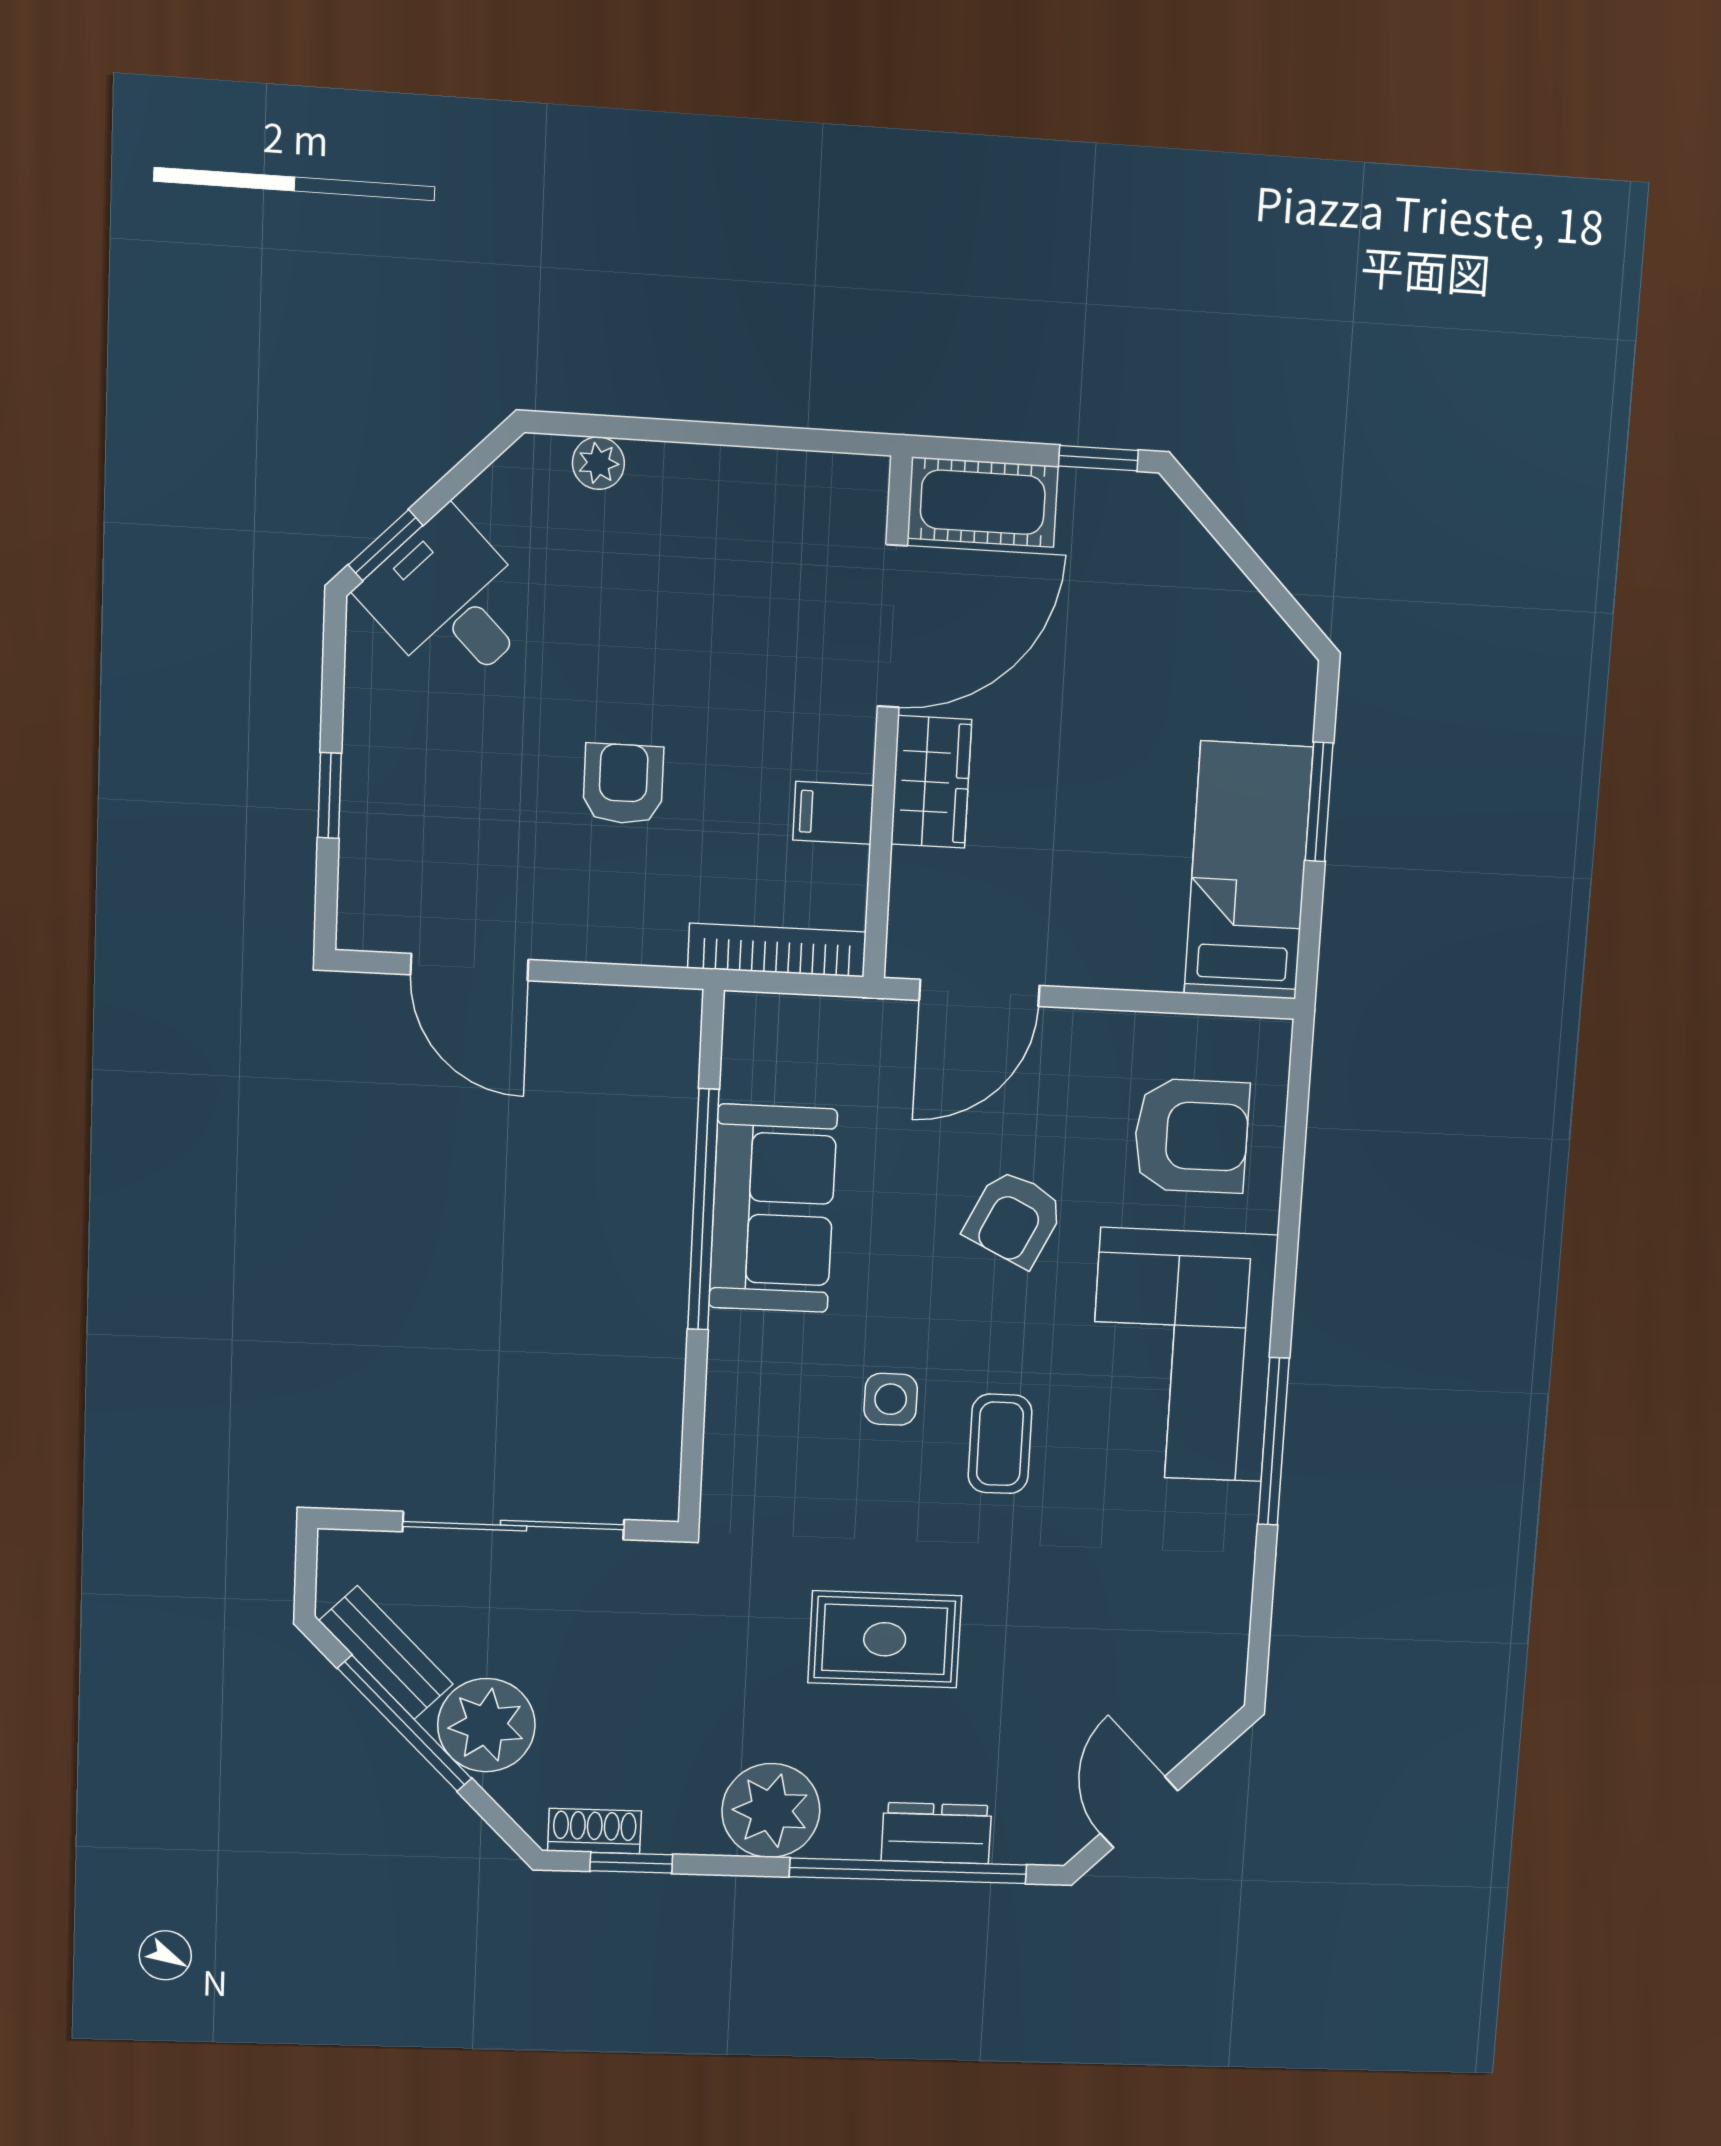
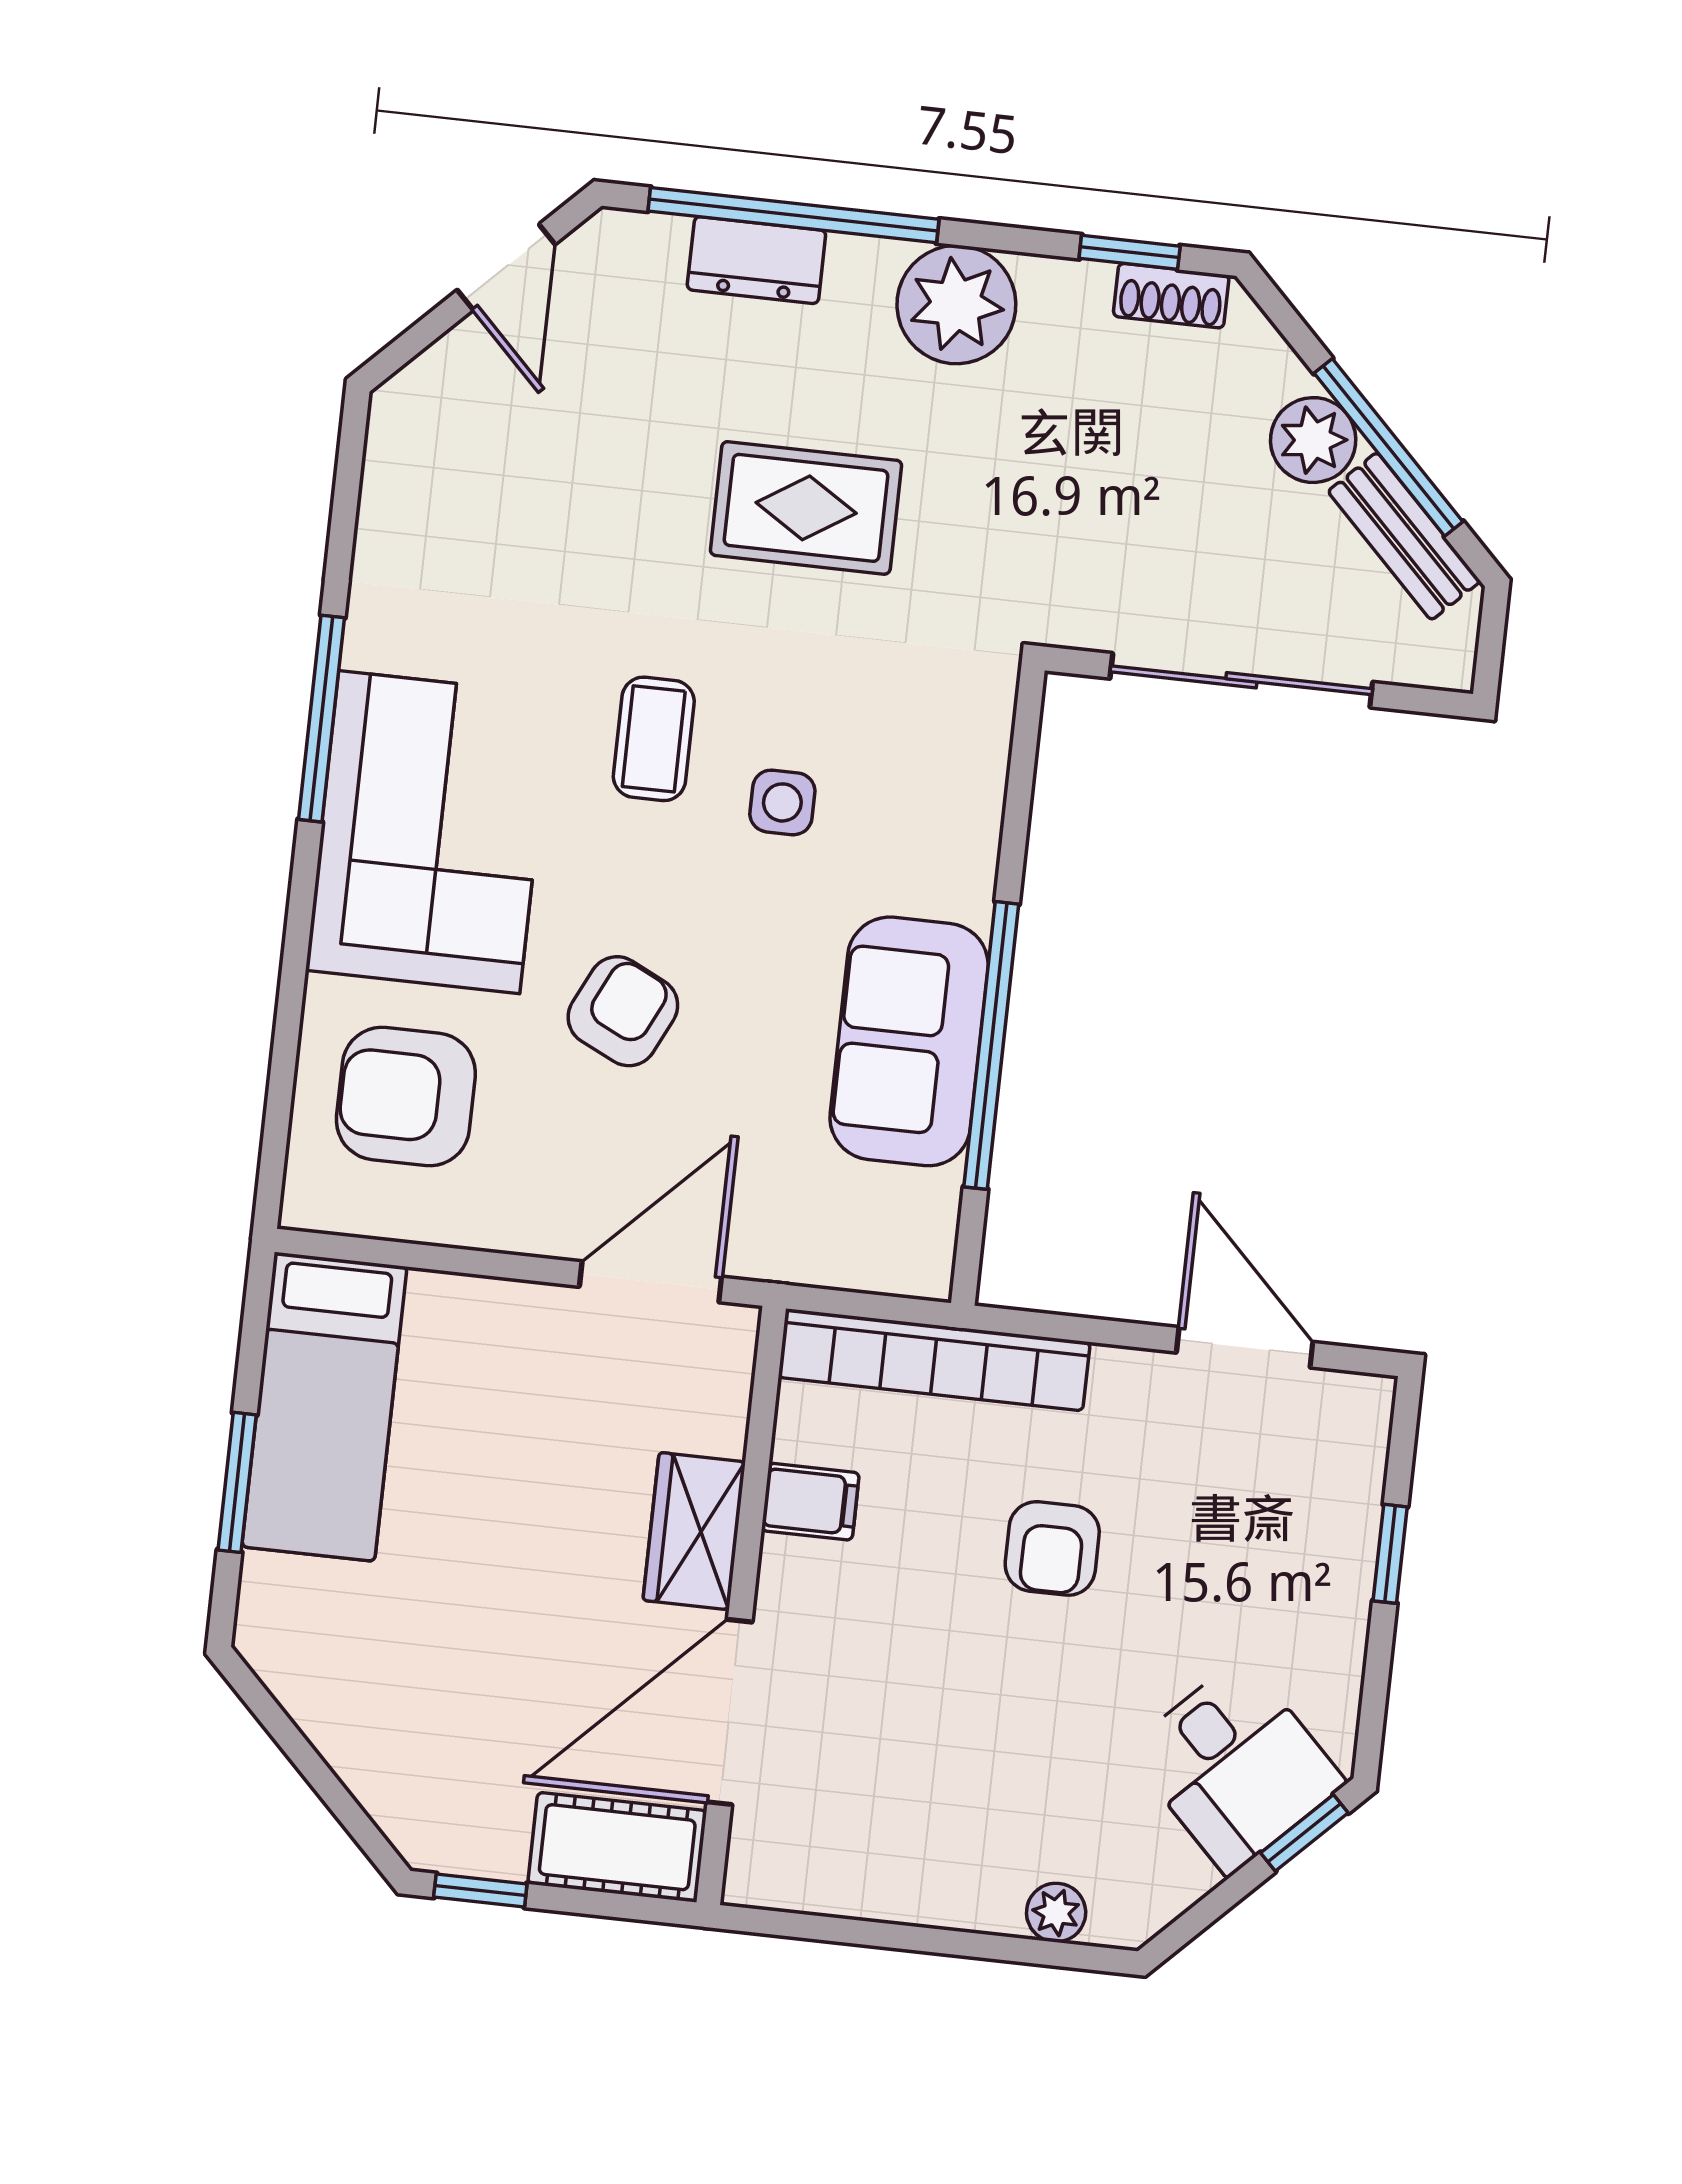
bookcase: (777, 950) -> (934, 1360), width x1.48, depth x1.31
plant: (486, 1725) -> (1313, 440), width x0.73, depth x0.73

